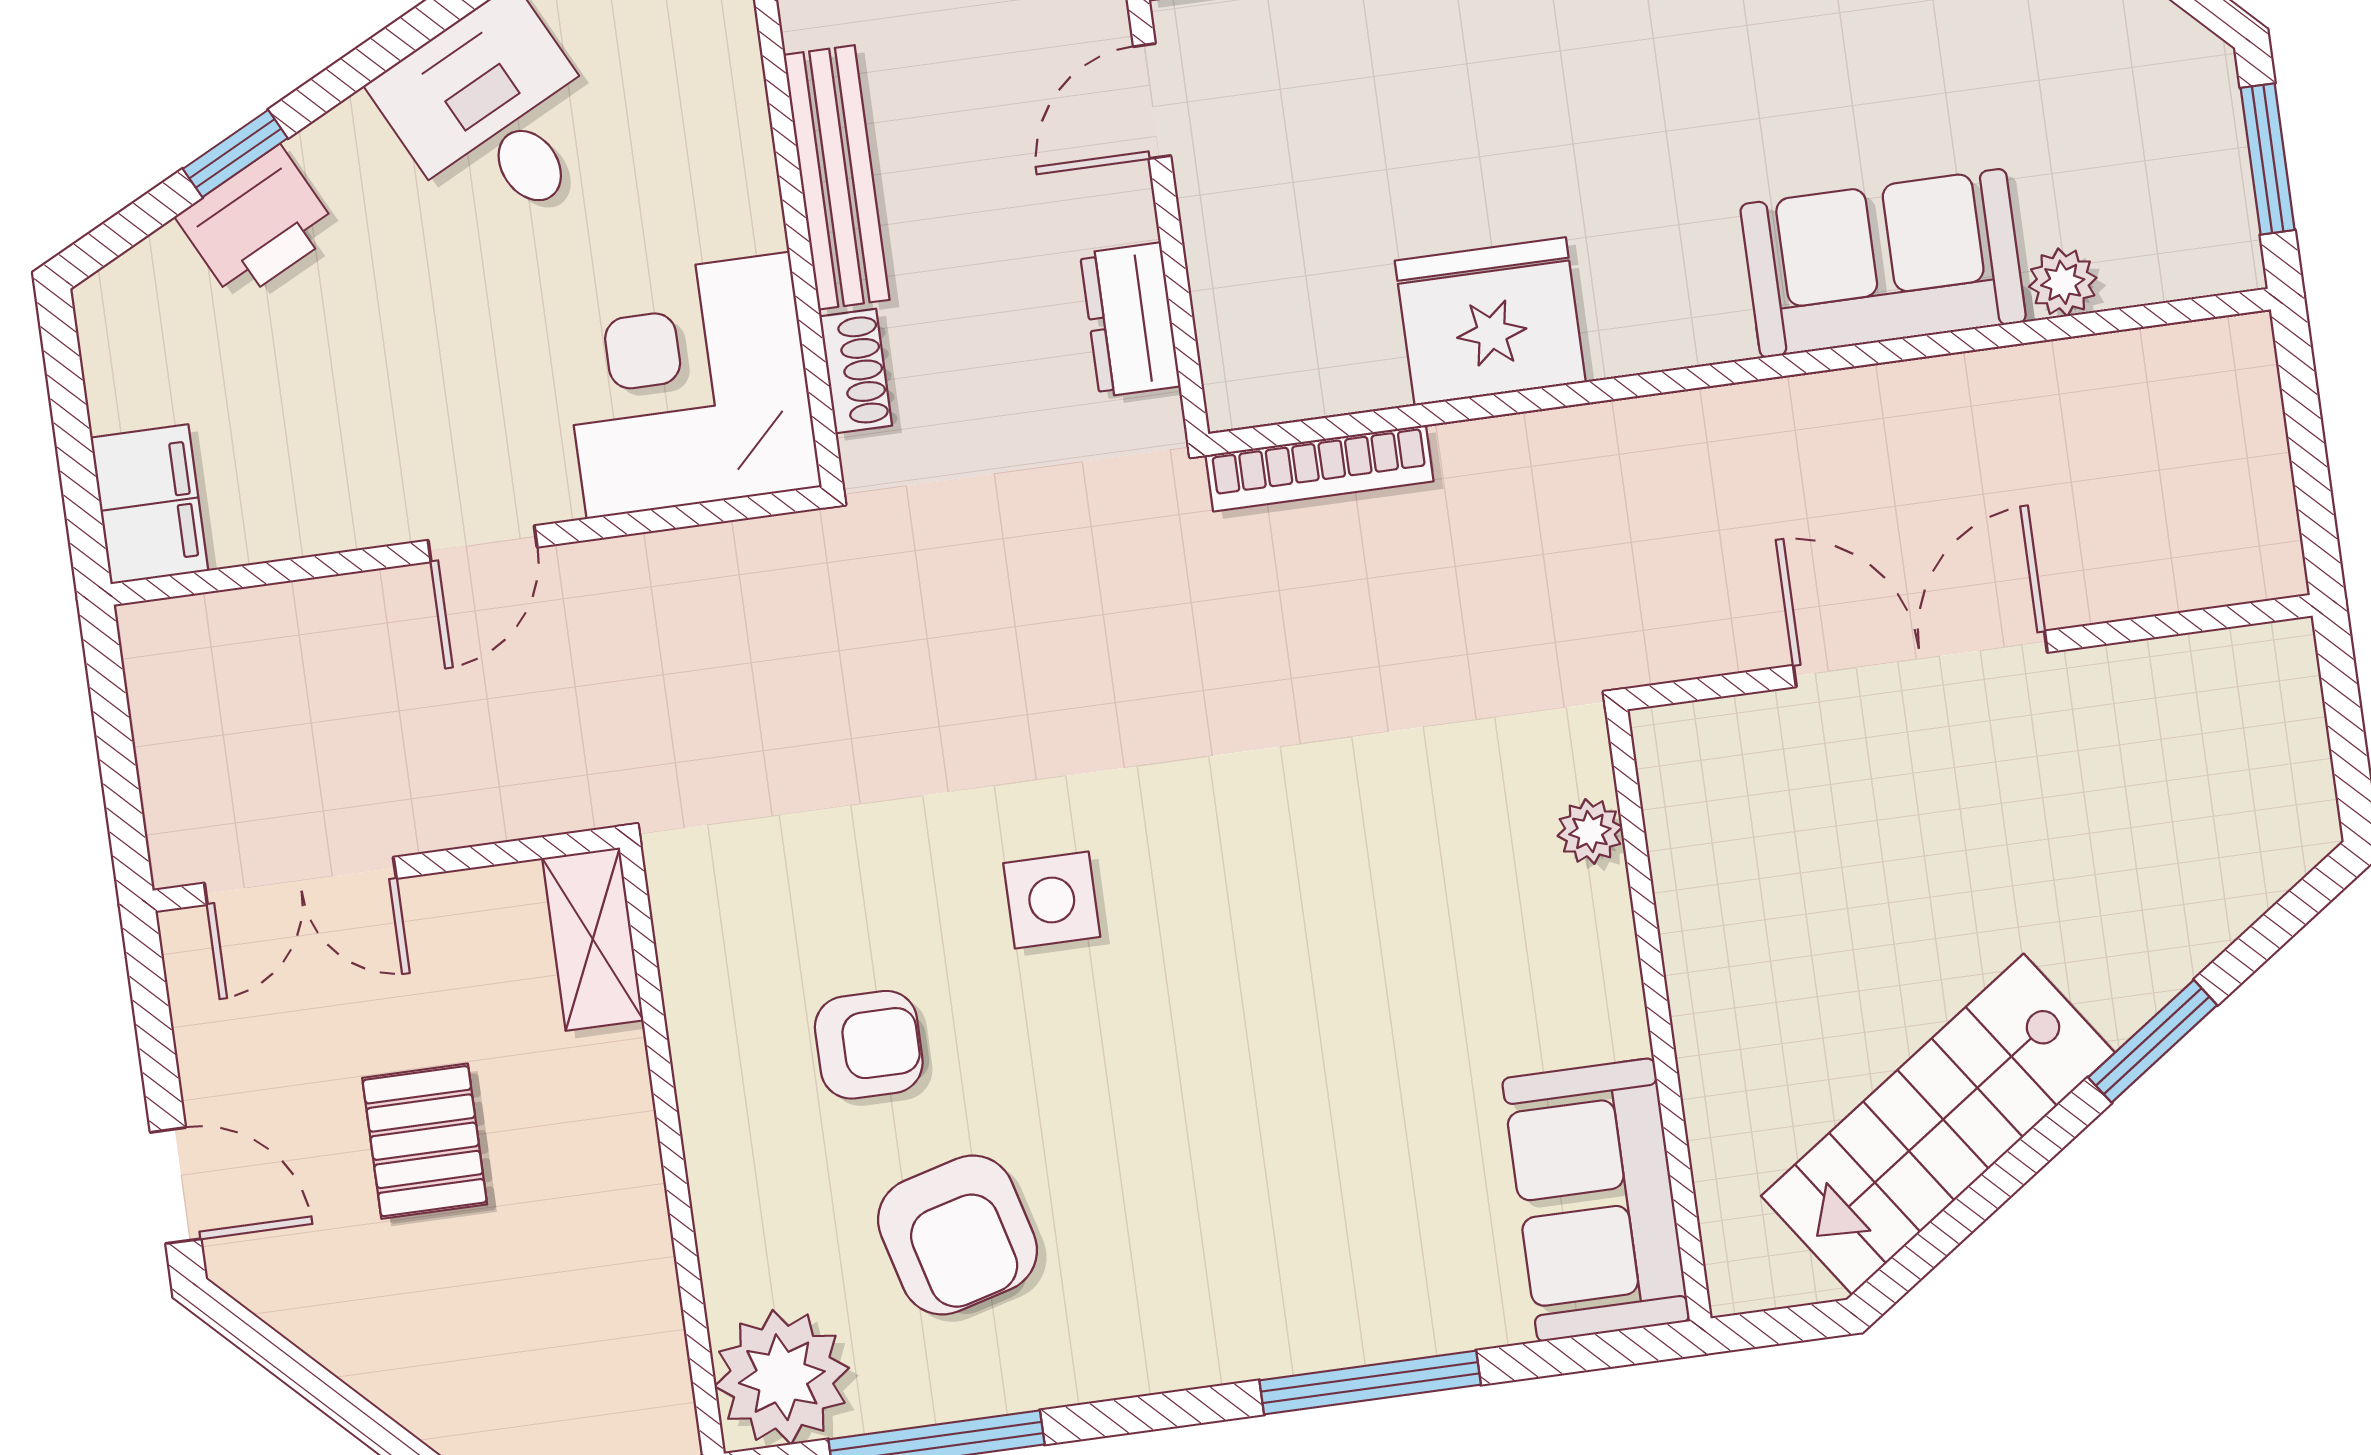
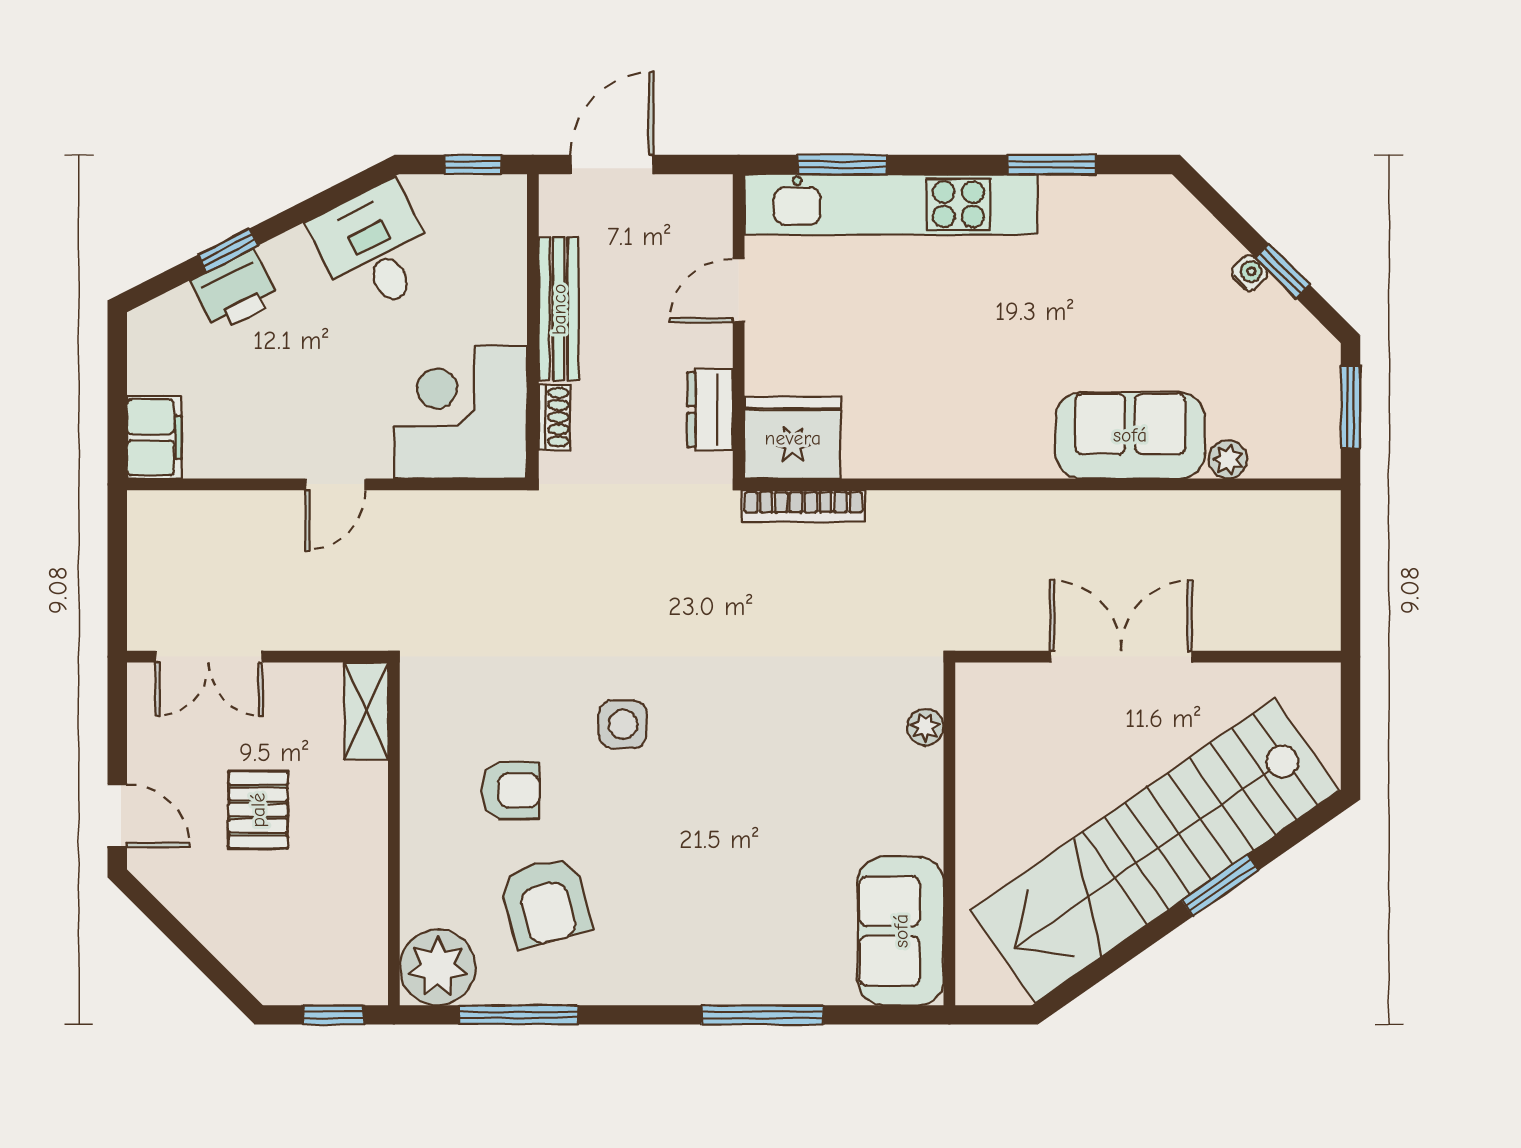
fridge: (1490, 321) -> (793, 438), moved
stairs: (1938, 1124) -> (1155, 851), width x1.86, depth x1.51

